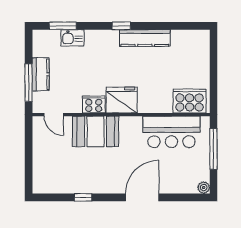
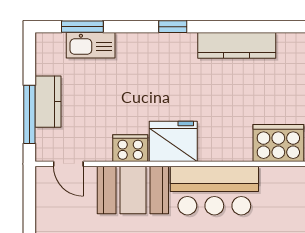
kitchen sink: (72, 38) -> (91, 45), width x1.38
kitchen counter: (145, 38) -> (237, 45), moved
bar counter: (171, 132) -> (214, 191), moved

